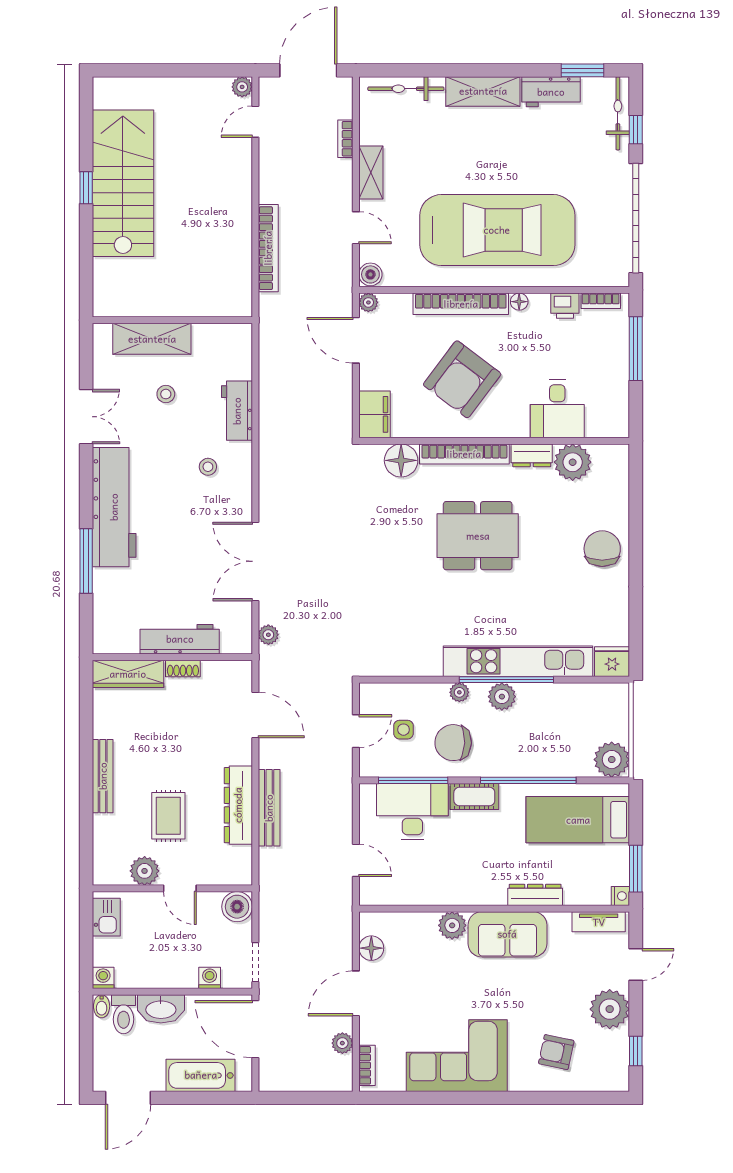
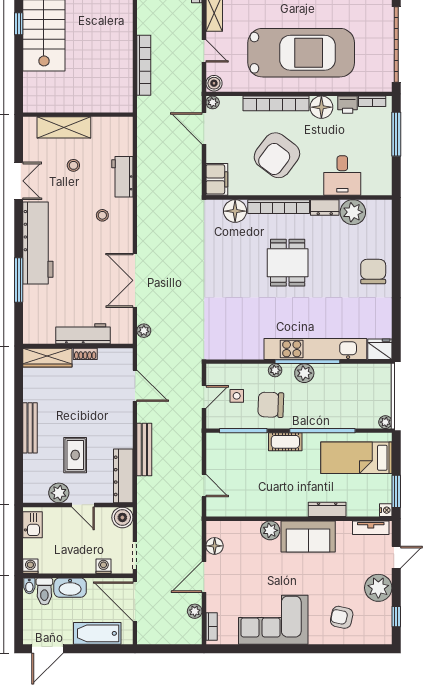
floor lamp: (519, 302) -> (321, 107), width x1.89, depth x1.89
dining table: (478, 536) -> (288, 263), width x0.73
plant: (612, 760) -> (385, 422), width x0.53, depth x0.53
dresser: (238, 805) -> (123, 476), moved
desk: (412, 811) -> (243, 452), removed

